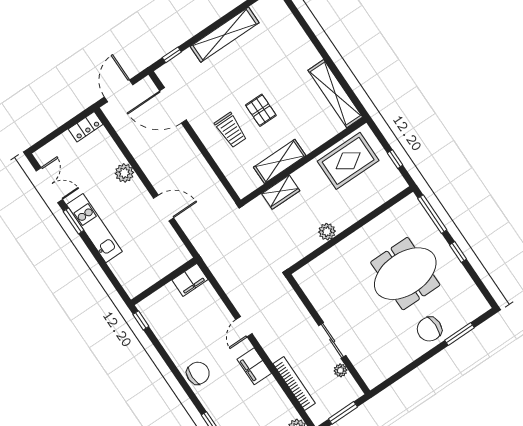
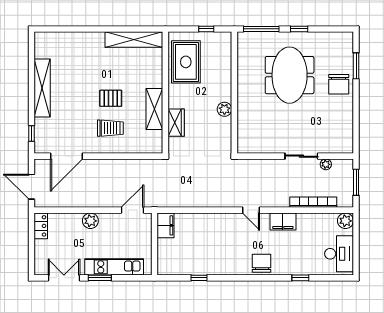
filing cabinet: (190, 280) -> (166, 225), moved
wall: (164, 281) -> (155, 244), moved

